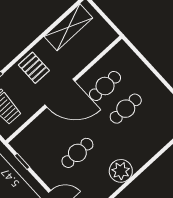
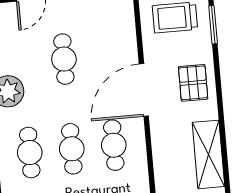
pallet: (34, 68) -> (193, 83), turned 90
cafe table: (146, 131) -> (30, 153), added

